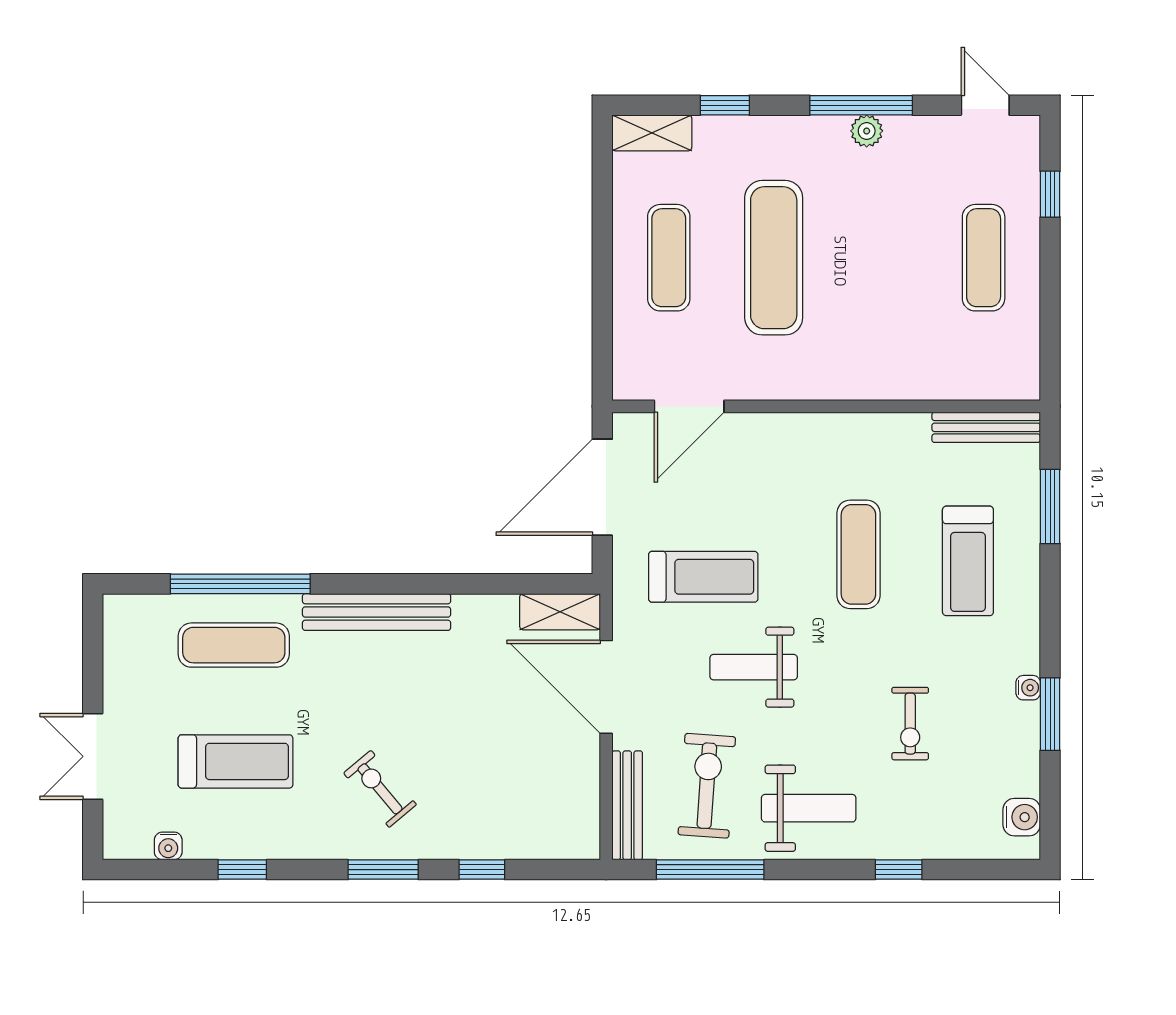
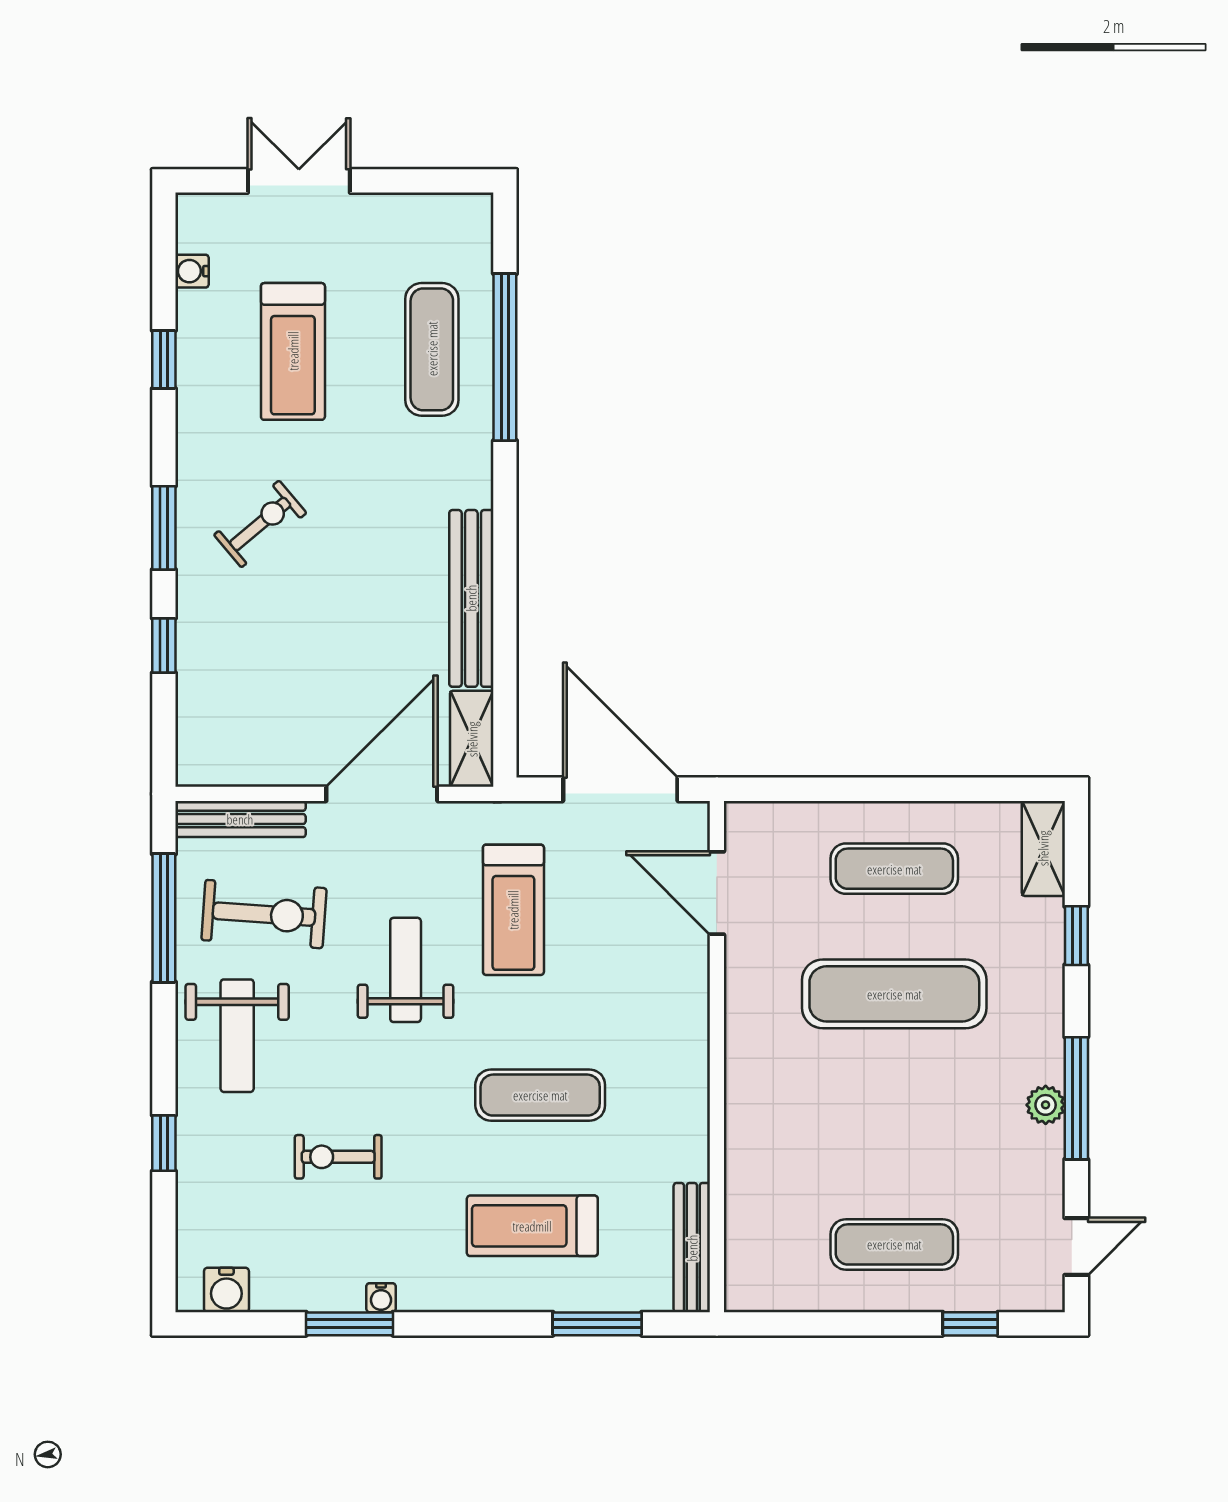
bench: (377, 612) -> (471, 598), moved

